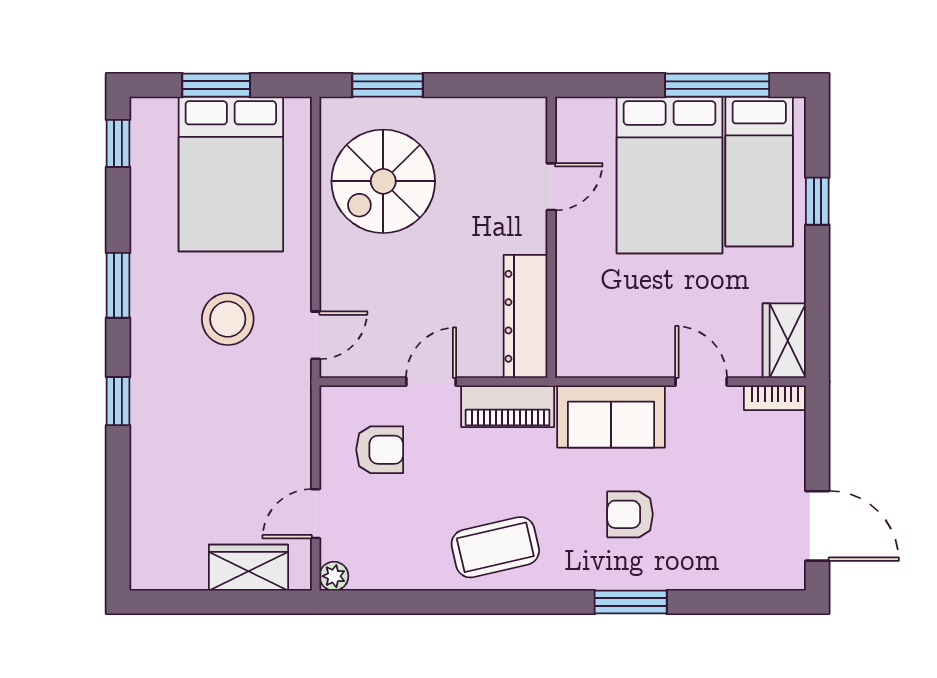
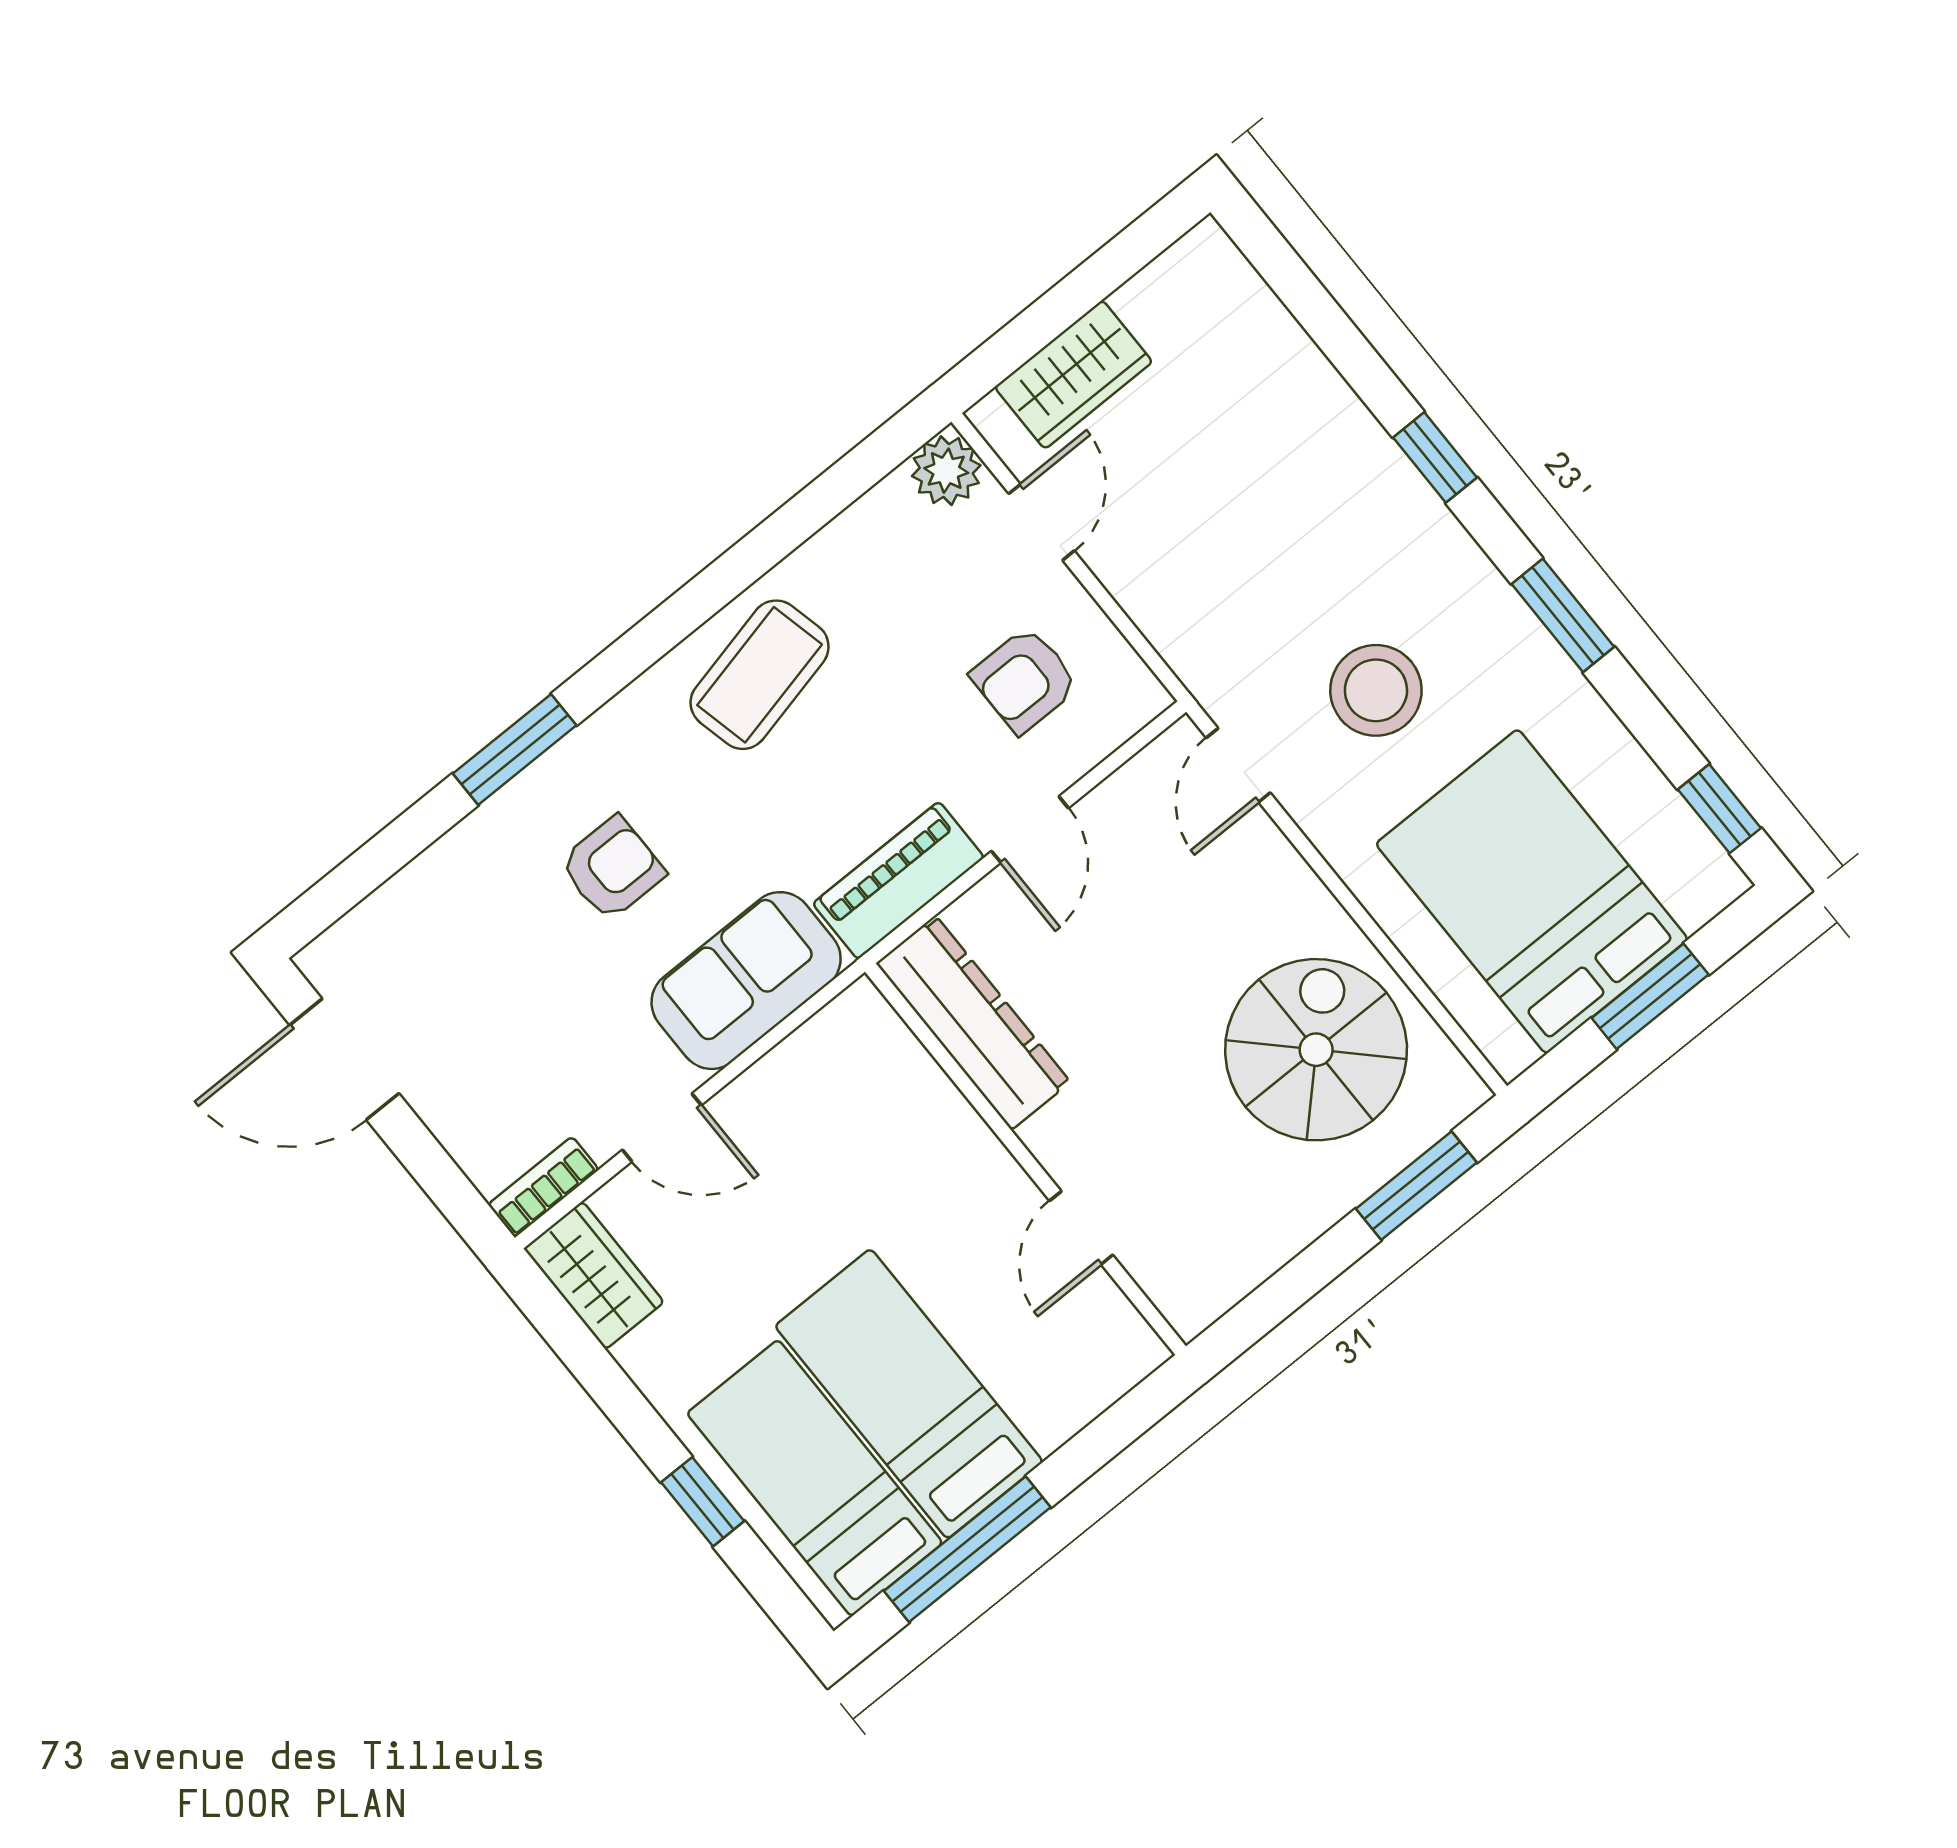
bed: (670, 175) -> (909, 1394), width x0.67
plant: (334, 576) -> (946, 471), width x1.38, depth x1.38

